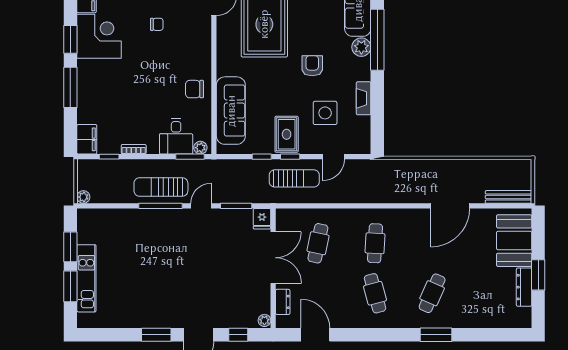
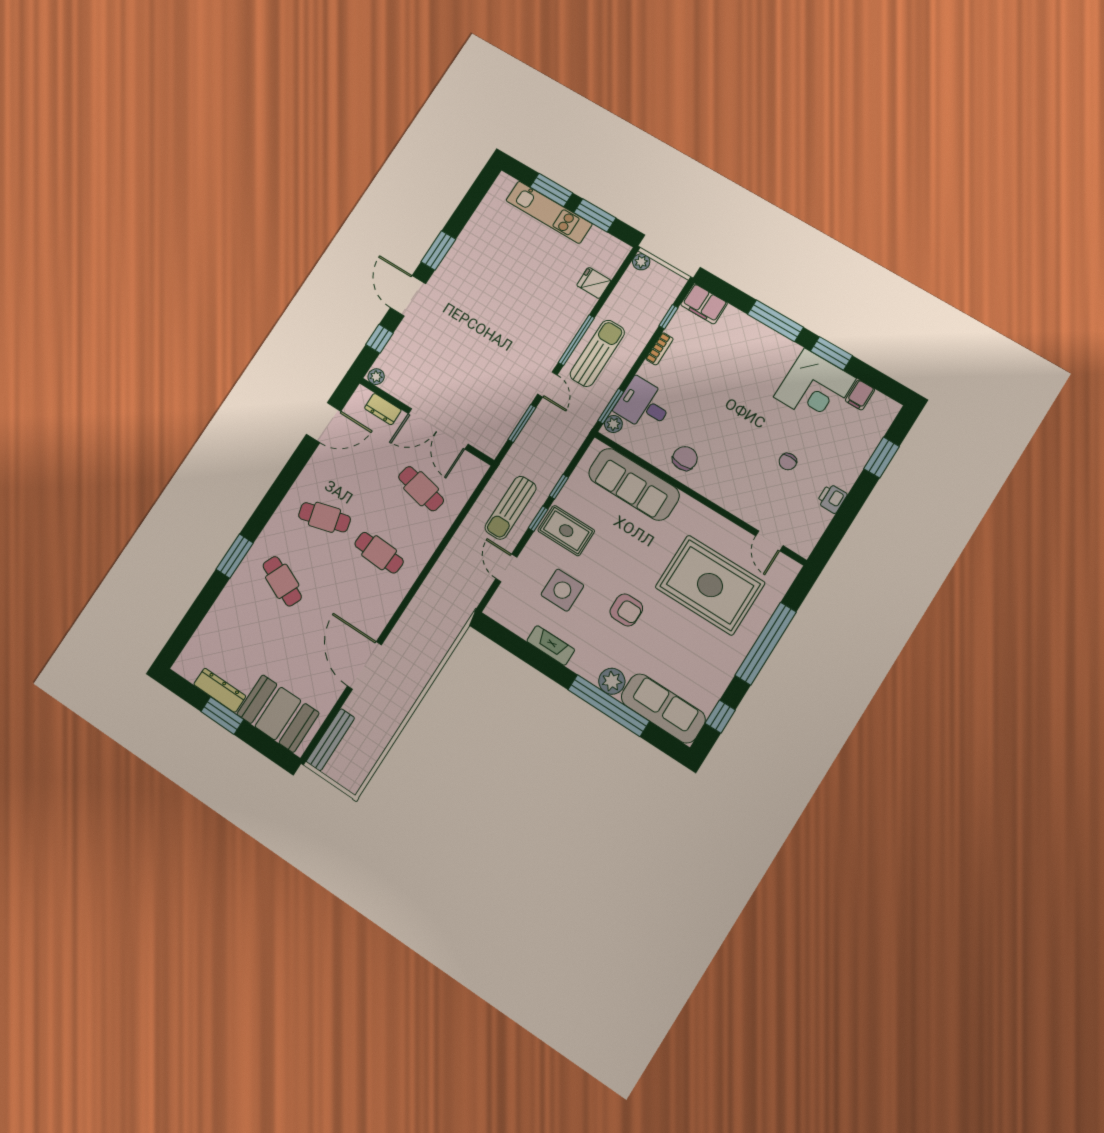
fridge: (262, 219) -> (594, 283), moved

